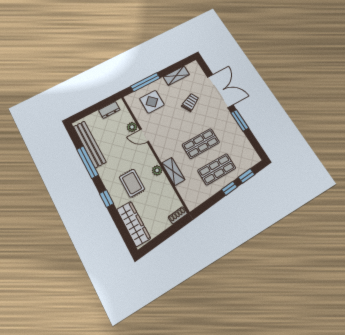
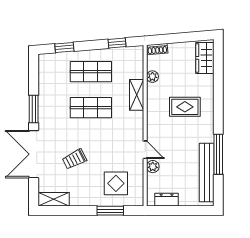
shelving: (176, 76) -> (54, 199), moved
window: (145, 82) -> (110, 211), width x0.69
plant: (157, 170) -> (152, 77), moved
rug: (132, 183) -> (185, 107), turned 90
window: (229, 188) -> (117, 43), moved
window: (107, 199) -> (218, 106), removed
wardrobe: (134, 224) -> (205, 58), width x0.67

